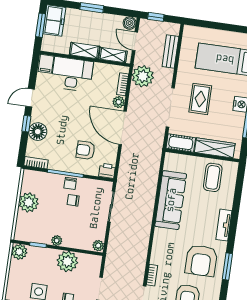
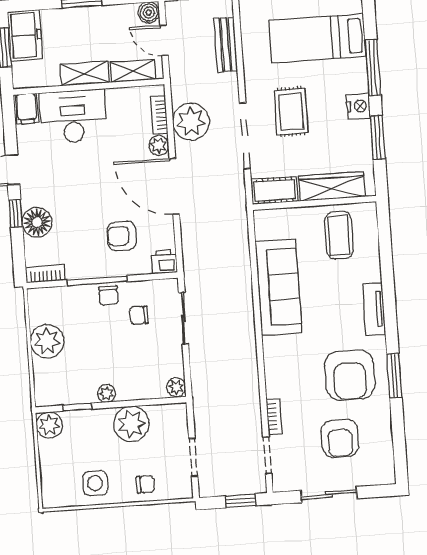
plant: (143, 76) -> (191, 122), moved
chair: (73, 200) -> (139, 315), moved

